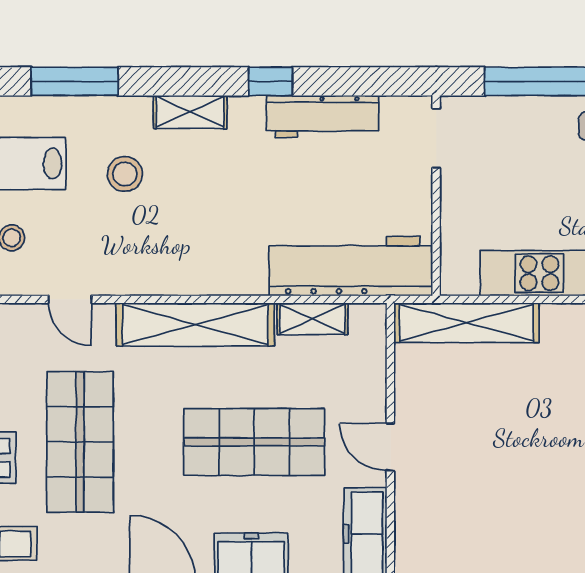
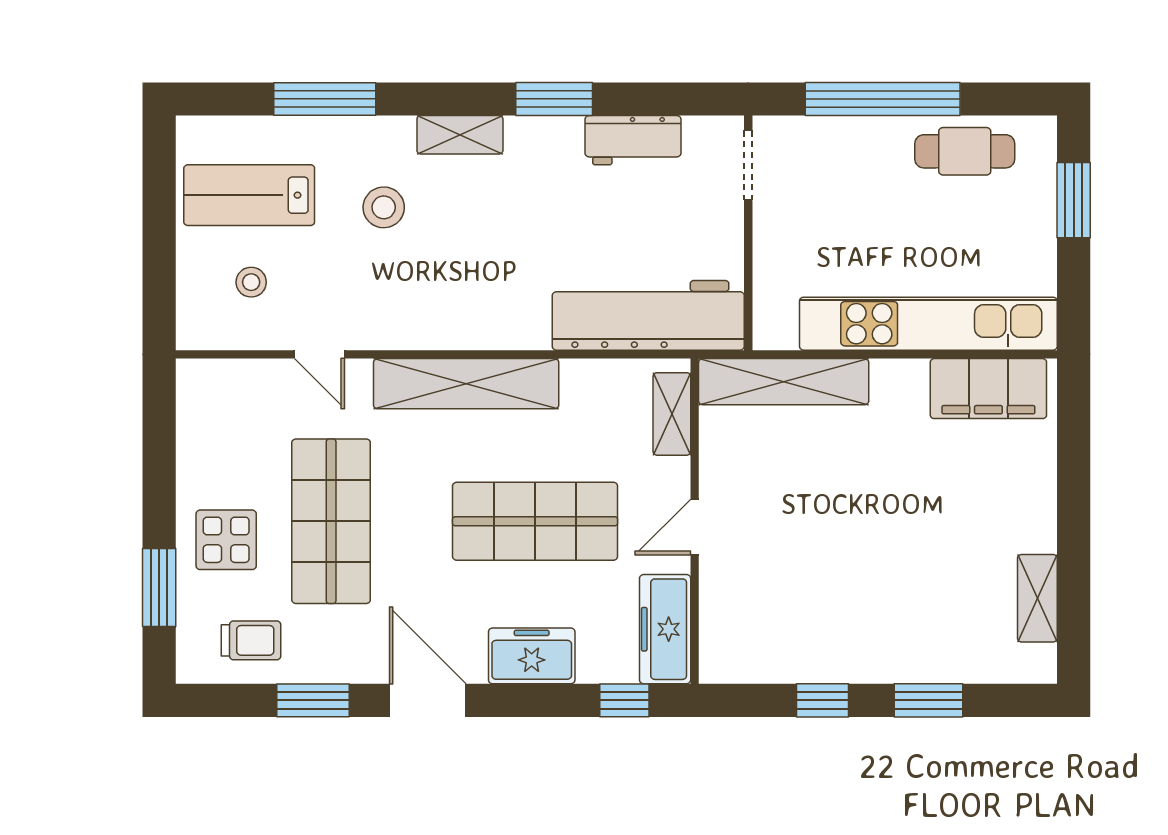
window: (271, 81) -> (554, 99), width x1.50
workbench: (322, 117) -> (633, 140), width x0.73
shelving: (312, 319) -> (672, 414), moved, turned 90
door: (390, 447) -> (695, 527), hinge flipped

